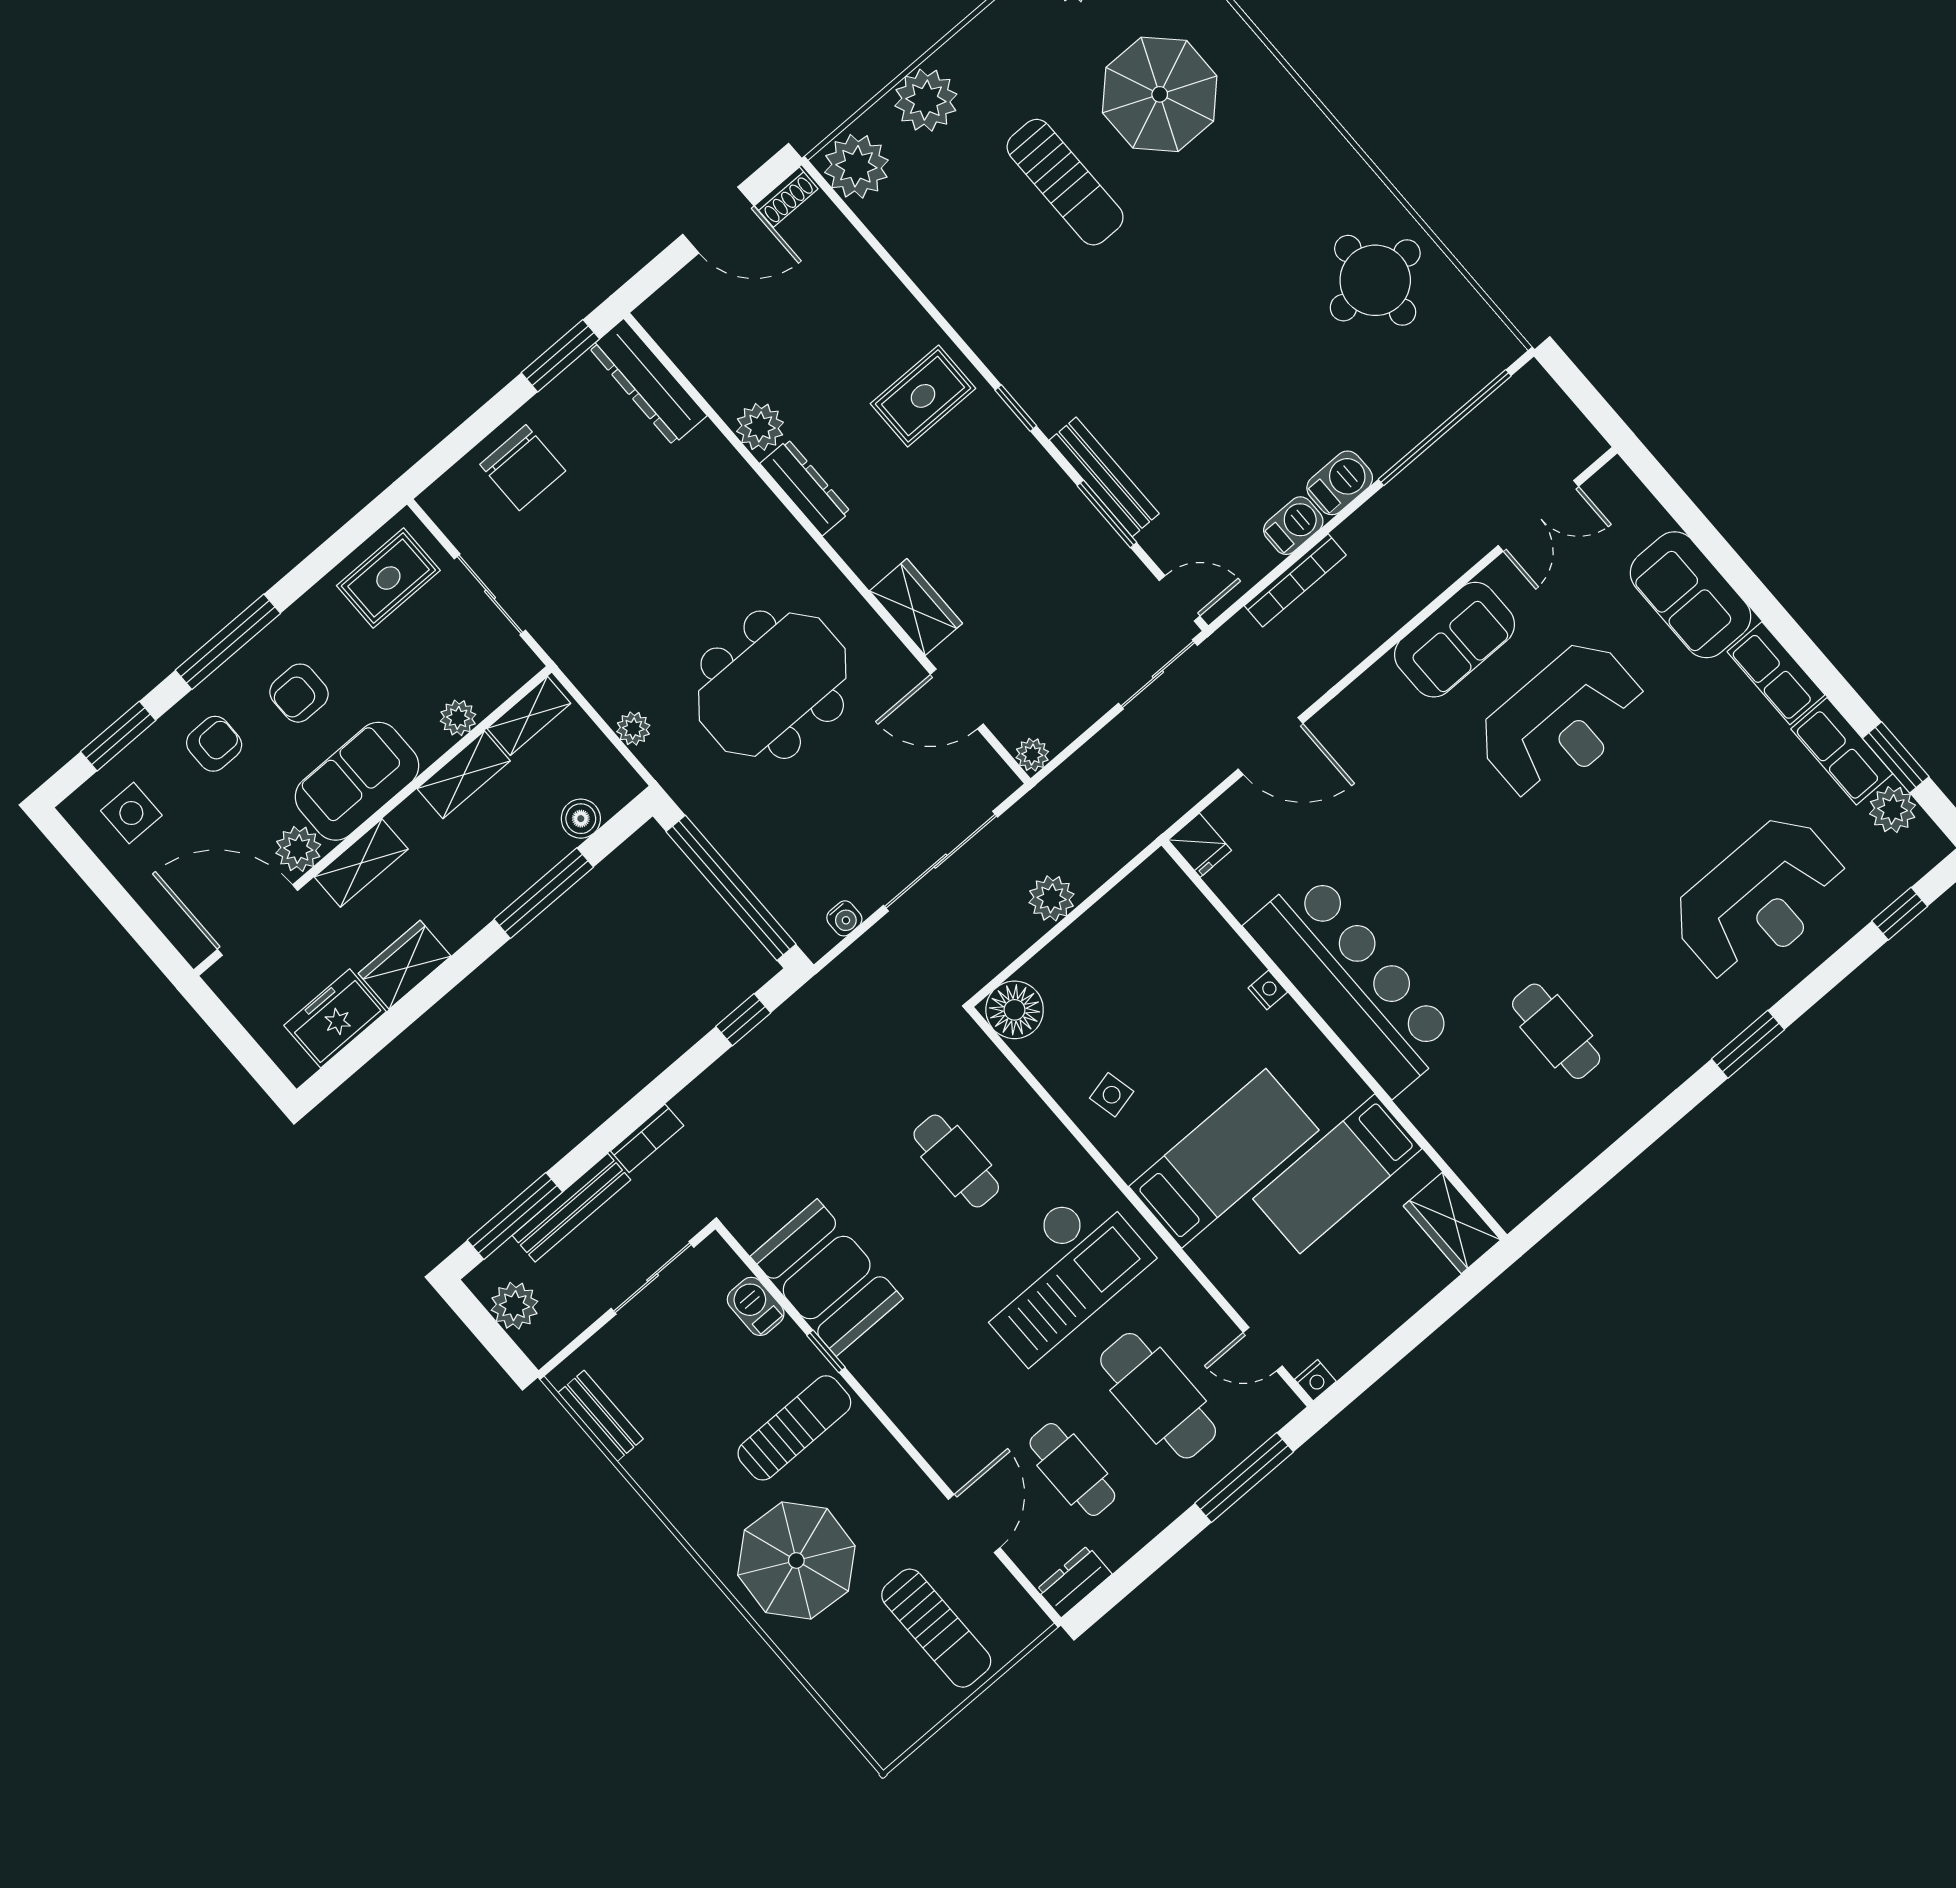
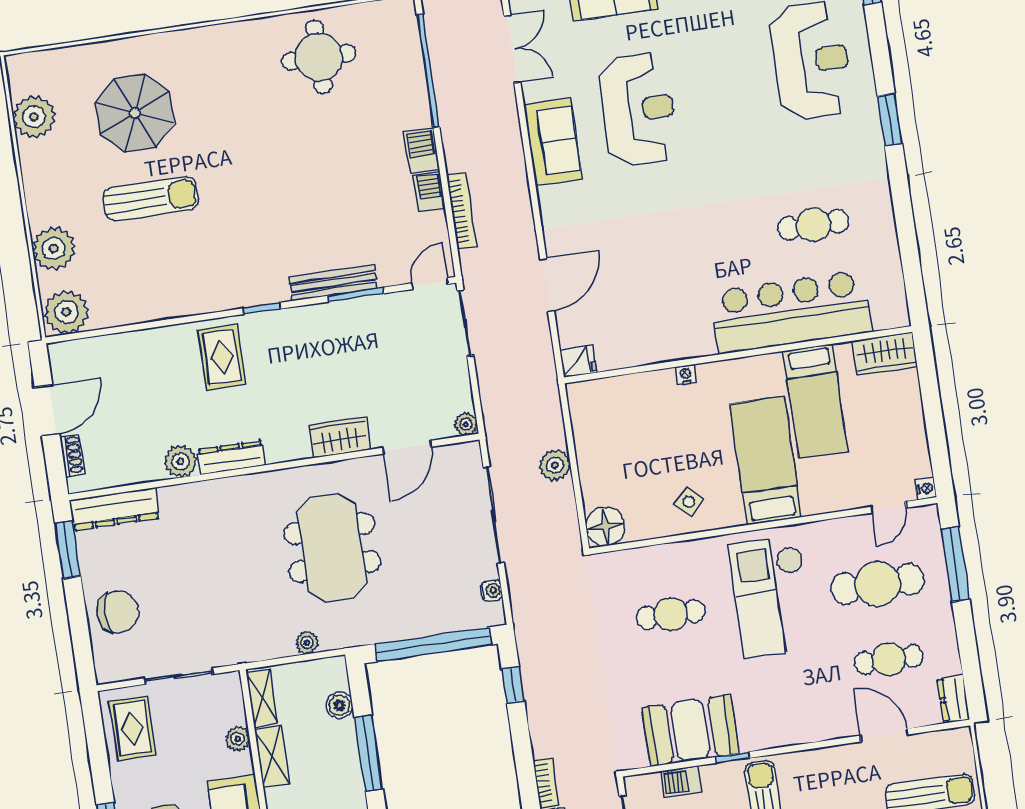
shoe rack: (786, 197) -> (72, 455), moved
bar counter: (1352, 982) -> (791, 312), moved
side table: (1112, 1095) -> (689, 502), turned -31
checkout: (1058, 1273) -> (772, 597), turned 180

